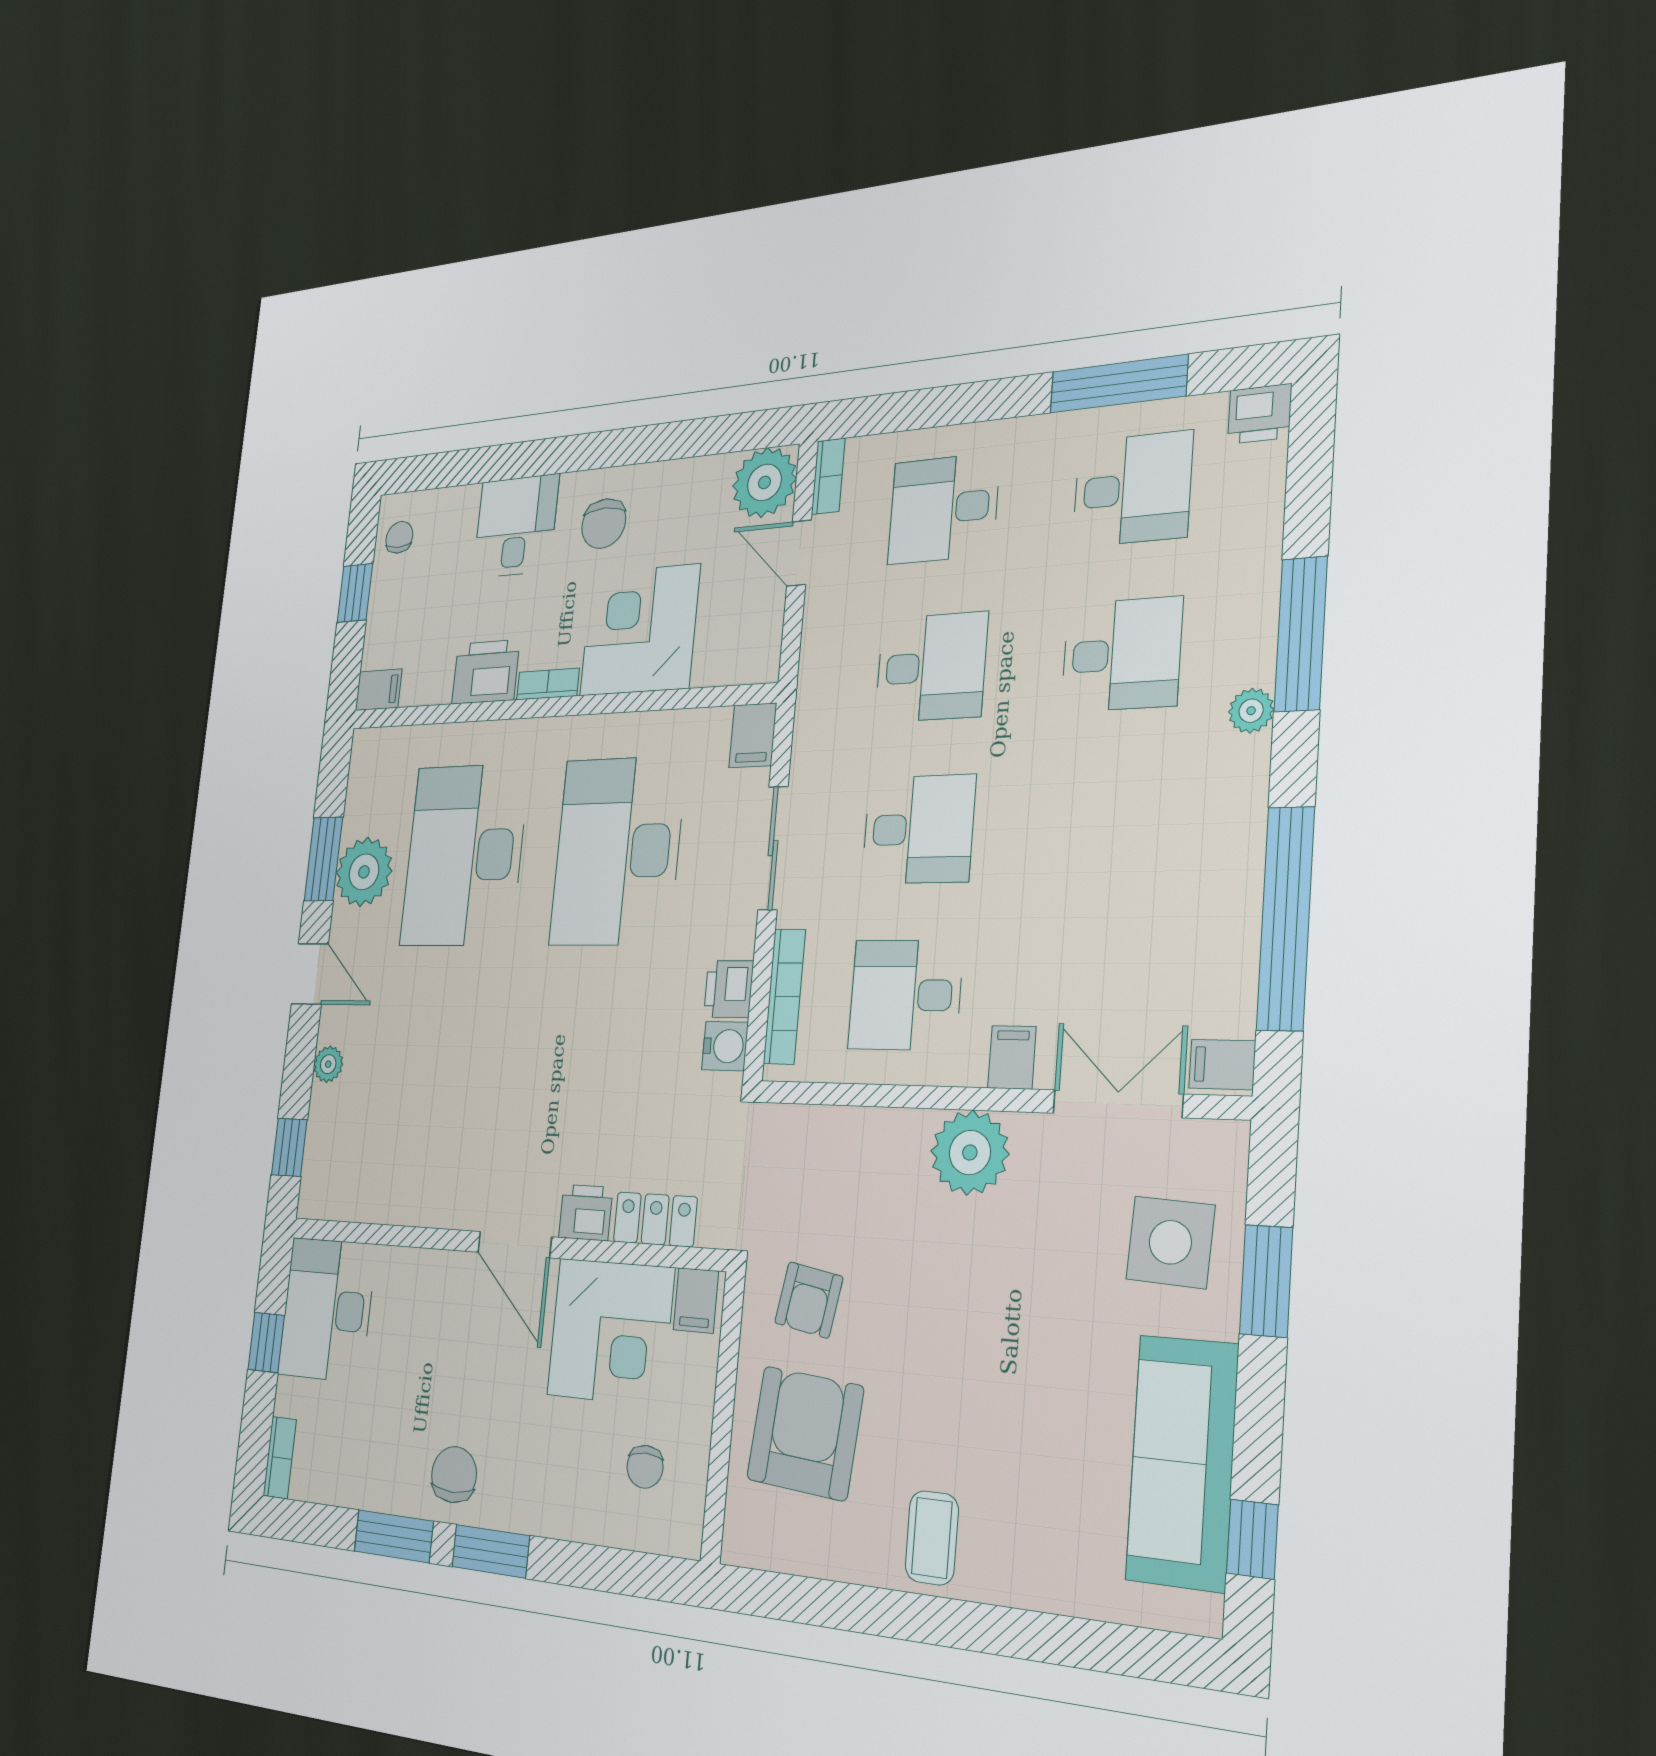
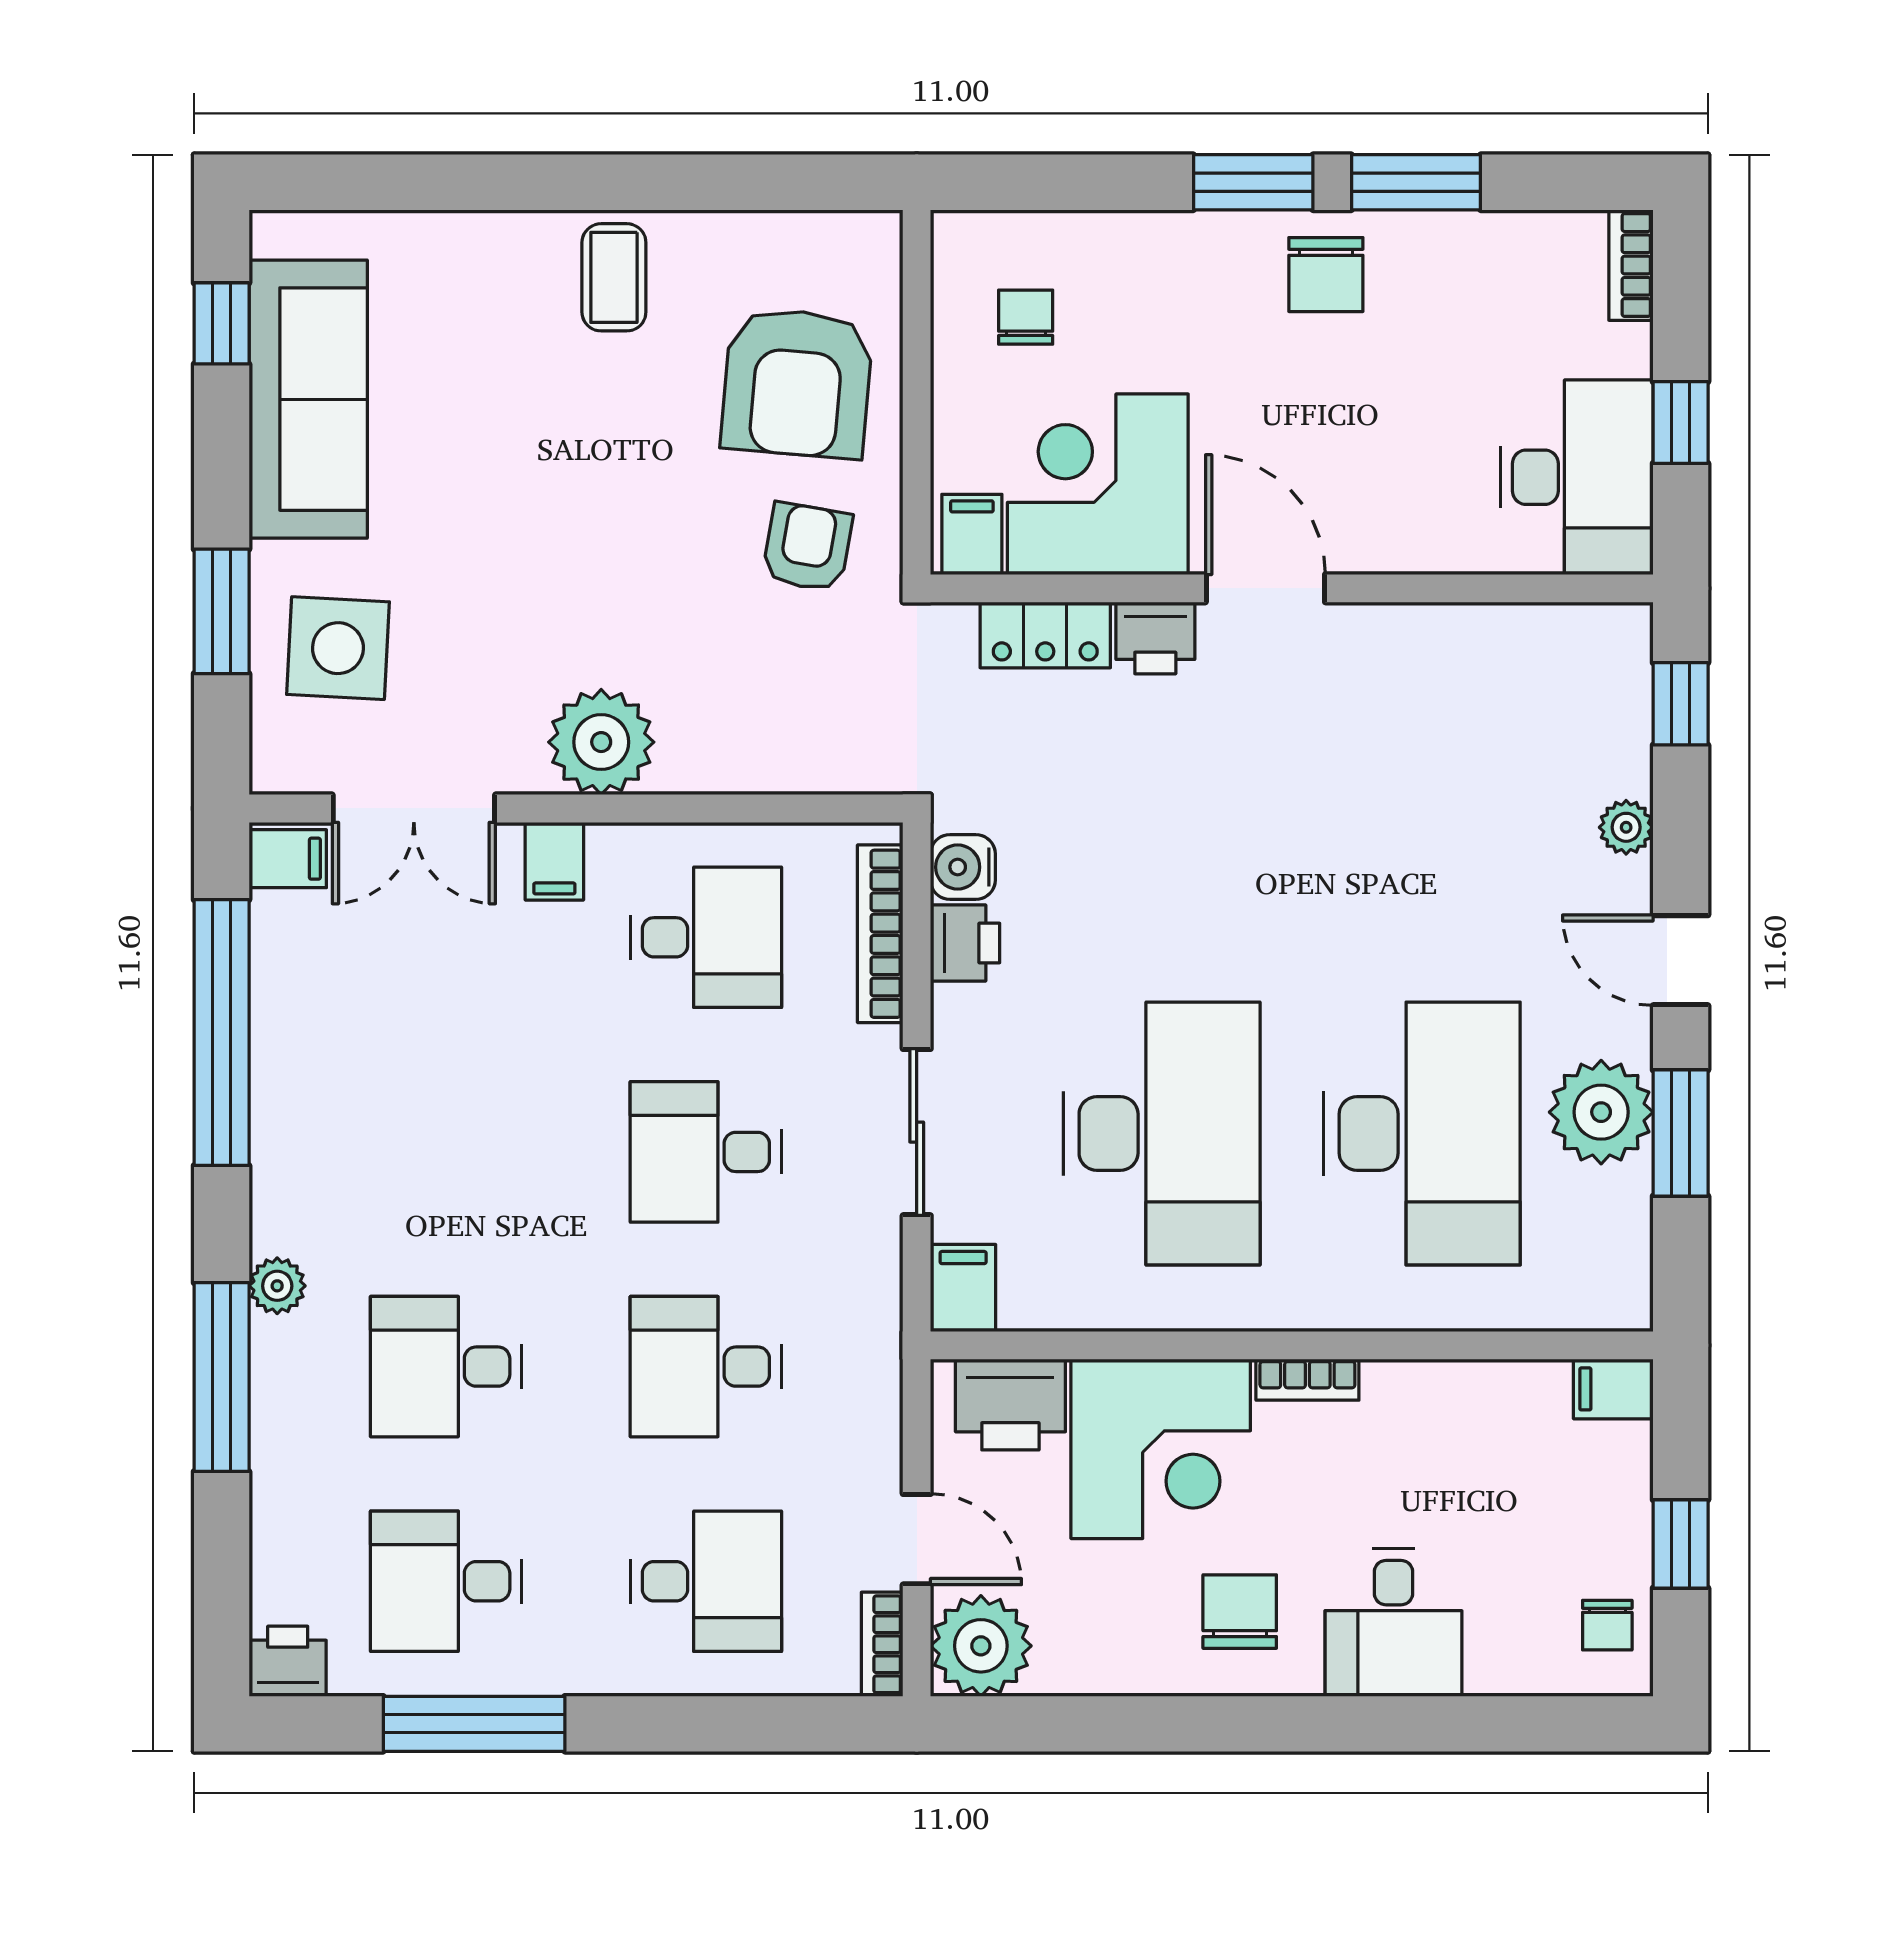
printer: (486, 672) -> (1010, 1405), moved

